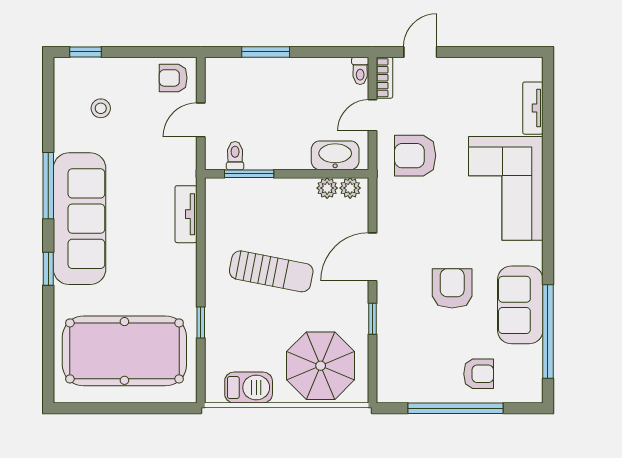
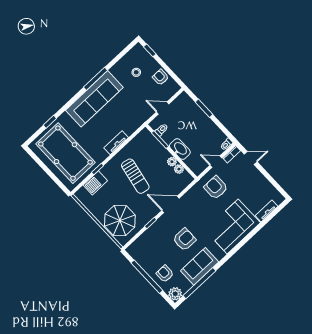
armchair: (173, 78) -> (161, 77), moved
washbasin: (335, 155) -> (180, 149), moved
plant: (350, 188) -> (172, 162), moved
tv unit: (186, 214) -> (116, 143), moved
window: (48, 269) -> (50, 122), moved
armchair: (479, 374) -> (165, 274), turned 180
barbecue: (249, 388) -> (95, 183), moved, turned 90
plant: (528, 388) -> (175, 294), added

